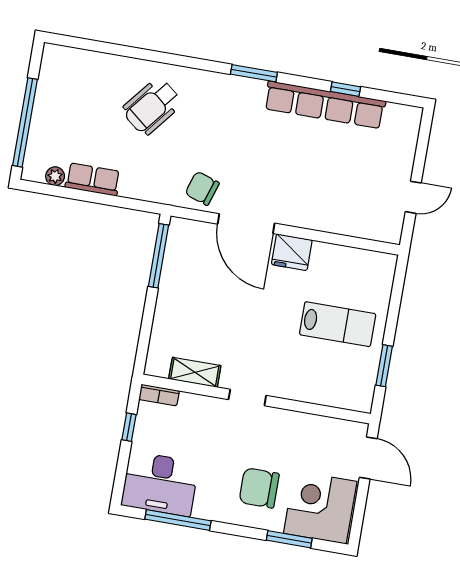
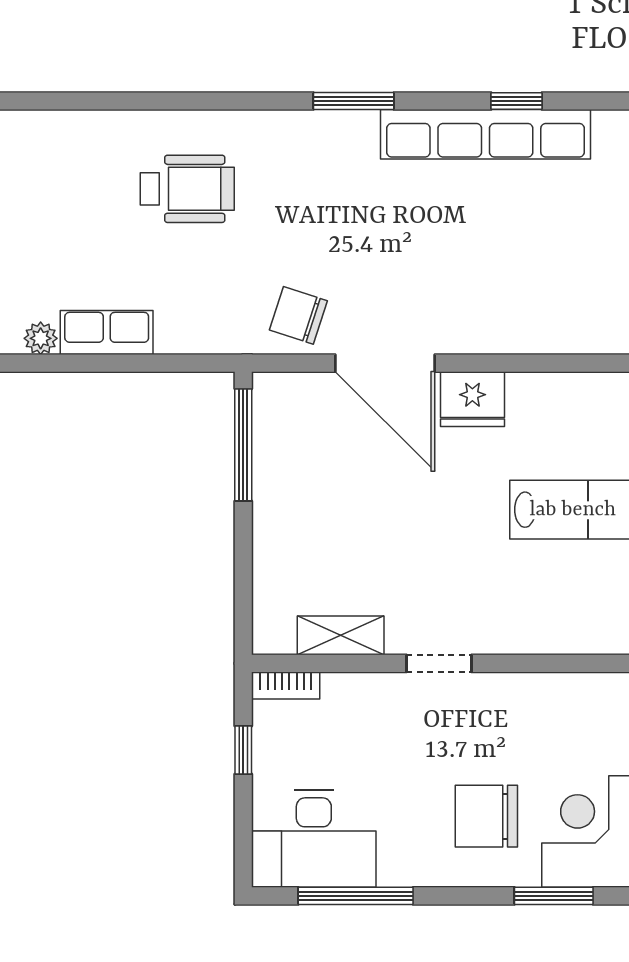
wheelchair: (152, 106) -> (187, 189), turned -129

